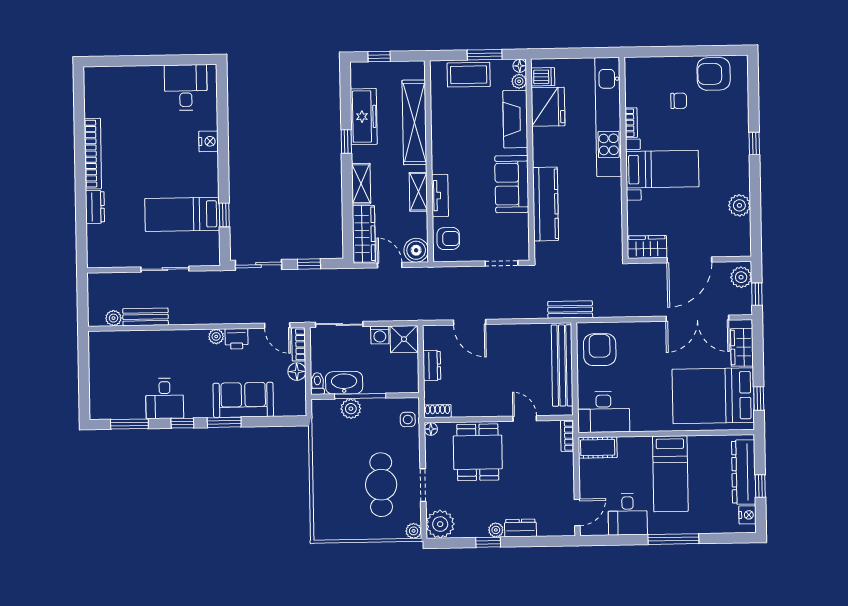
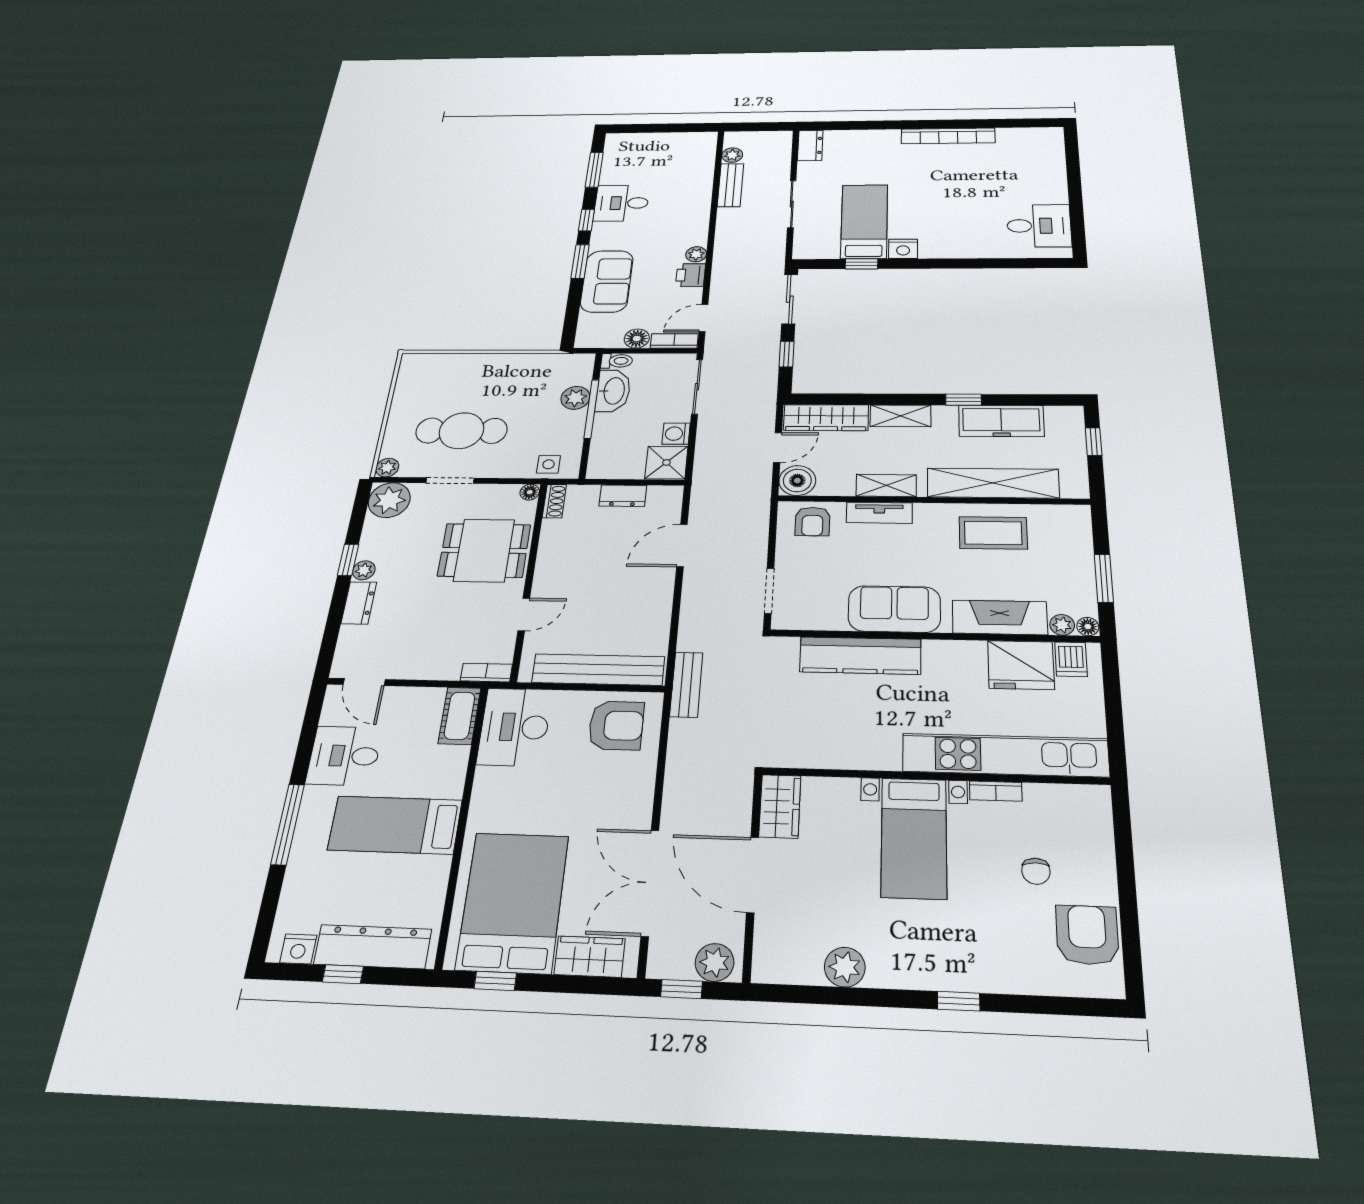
coffee table: (469, 75) -> (993, 533), moved, turned 90
nightstand: (209, 141) -> (903, 249), moved
dresser: (95, 207) -> (810, 145), moved, turned -90

